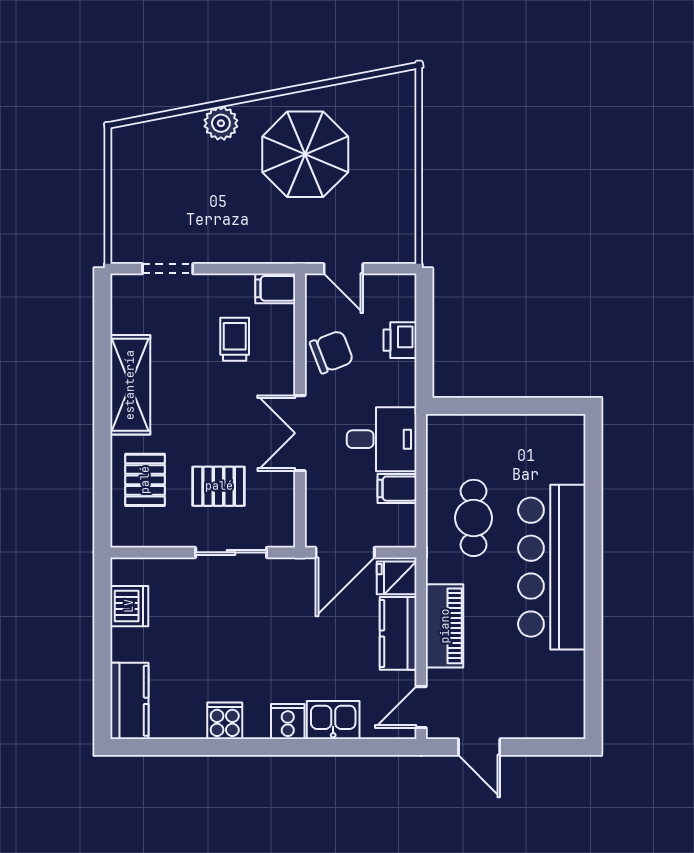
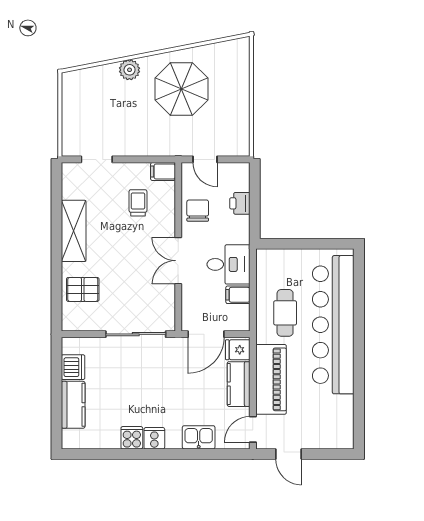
chair: (332, 352) -> (198, 211), turned -69
pallet: (145, 480) -> (83, 289), turned 90
pallet: (219, 486) -> (128, 293), removed
sliding door: (231, 552) -> (136, 334), width x1.37
bar counter: (552, 567) -> (333, 325), width x1.36
piano: (445, 626) -> (271, 379), width x1.37, depth x1.33
kitchen counter: (129, 701) -> (73, 405), moved
cooker: (288, 722) -> (154, 438), moved

